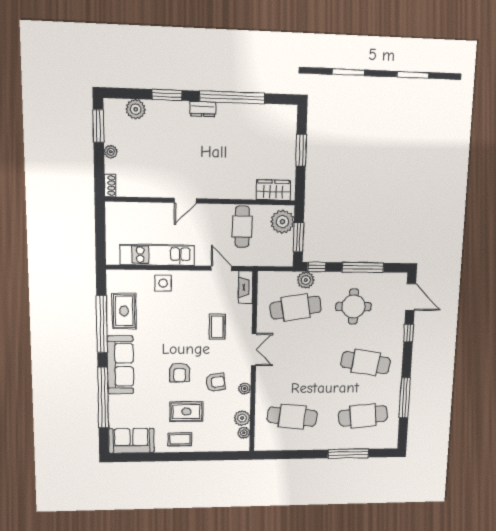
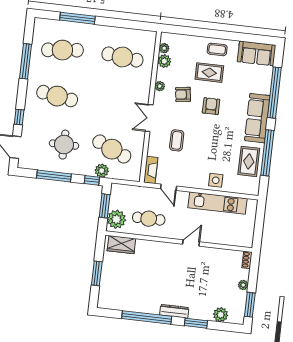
dresser: (203, 109) -> (174, 311), width x1.44
cafe table: (242, 227) -> (149, 219), turned 90
cafe table: (296, 308) -> (112, 149), turned 33

